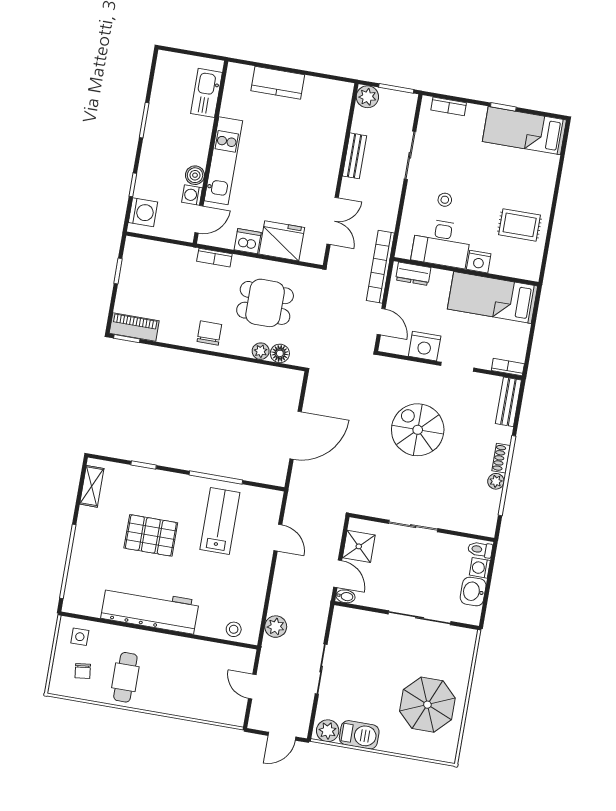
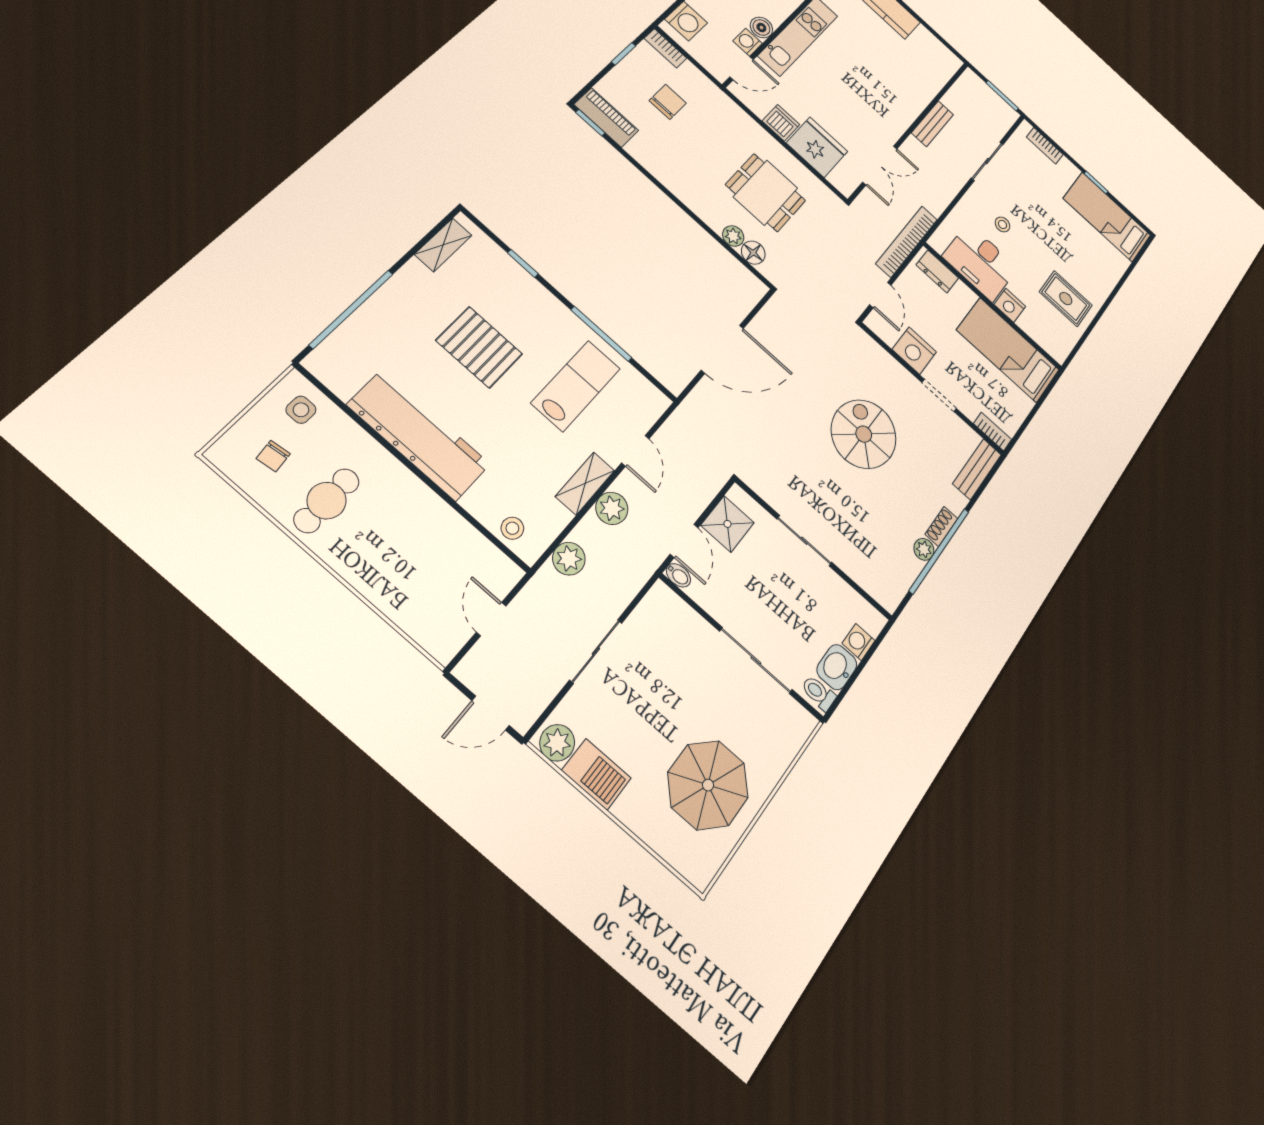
plant: (367, 97) -> (612, 508), moved
bookcase: (214, 258) -> (665, 48), moved
chair: (209, 333) -> (668, 102), moved
toilet: (480, 550) -> (819, 693), moved
shelving: (260, 577) -> (585, 483), added

